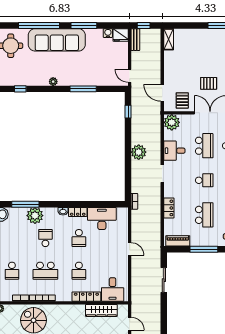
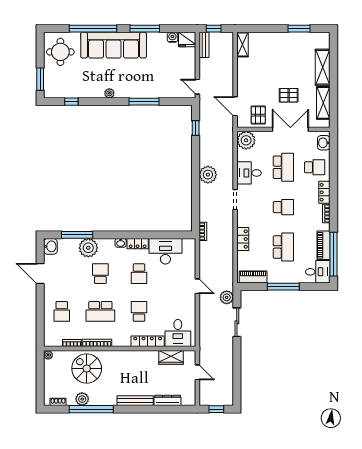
plant: (155, 259) -> (227, 297), added
school desk: (79, 271) -> (139, 311), turned 180
wardrobe: (101, 310) -> (171, 357), width x0.67

